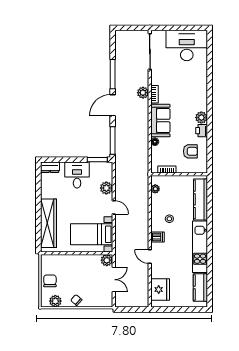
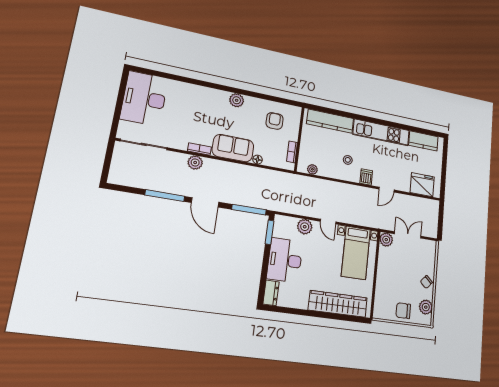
printer: (202, 131) -> (252, 103), removed
desk: (77, 175) -> (285, 260), width x1.37
door: (114, 207) -> (328, 222), swing flipped

